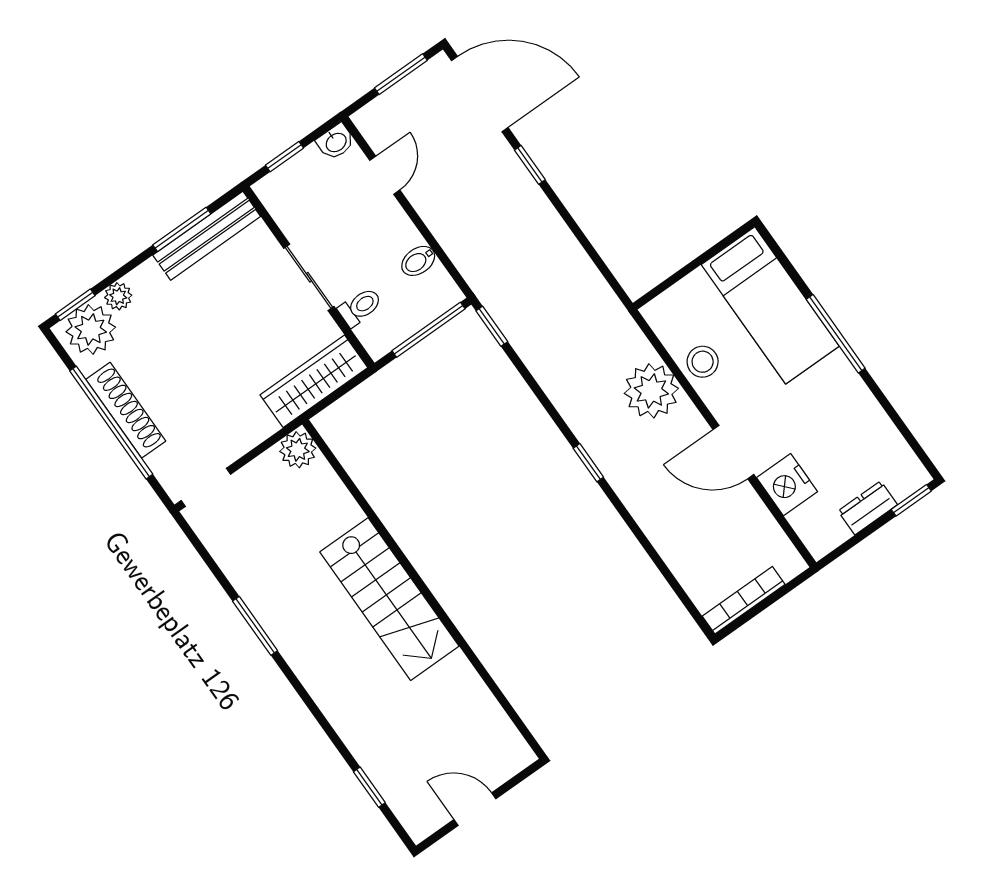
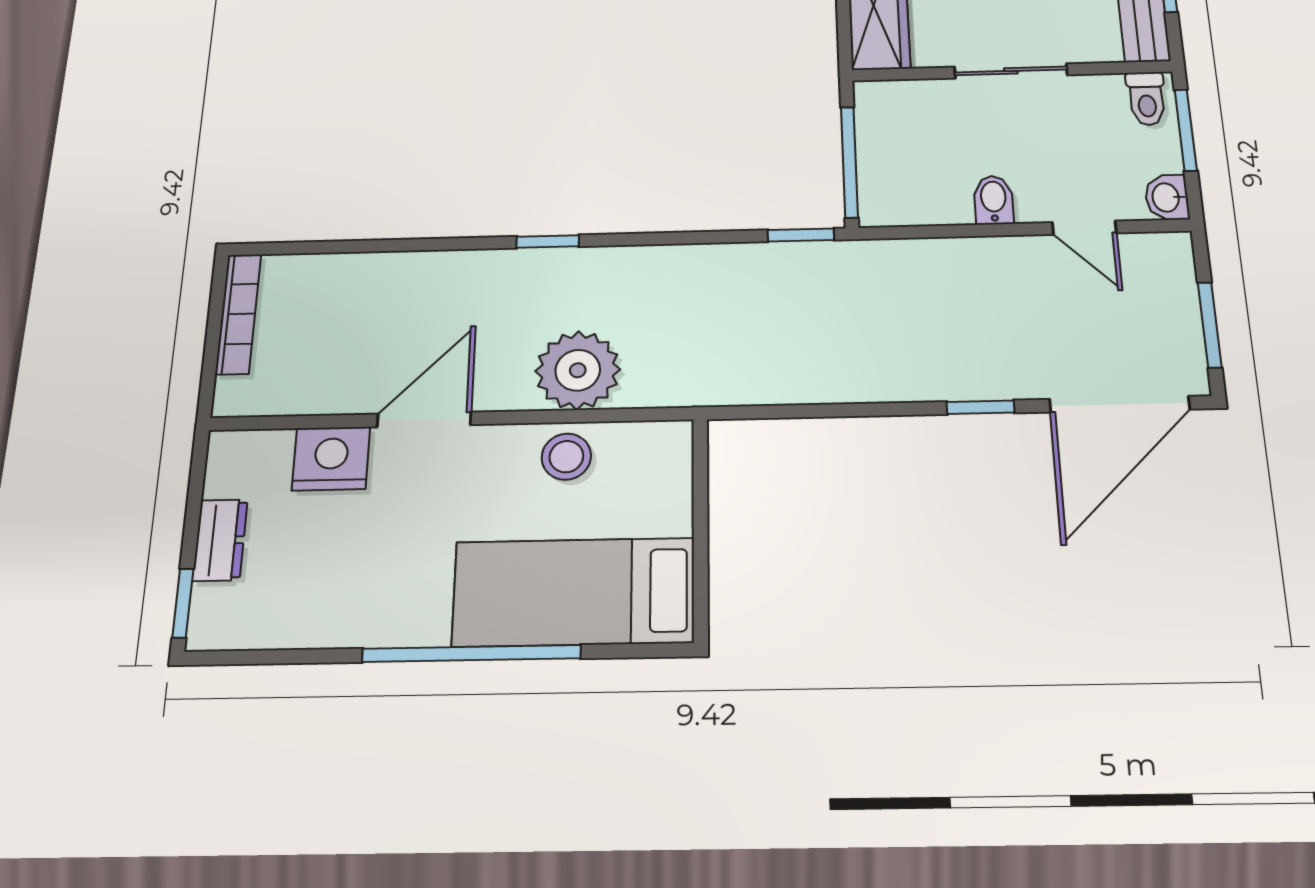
window: (284, 157) -> (1186, 130), width x1.50
bidet: (418, 261) -> (993, 200), moved
toilet: (360, 307) -> (1146, 99), moved
window: (836, 334) -> (471, 654), width x1.46

